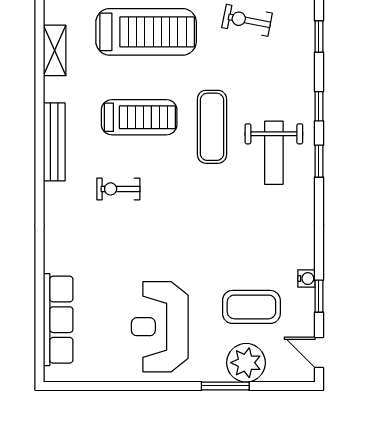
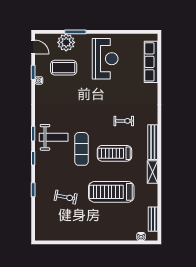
shelving: (55, 50) -> (153, 172), moved
weight bench: (274, 153) -> (54, 137), turned 90

